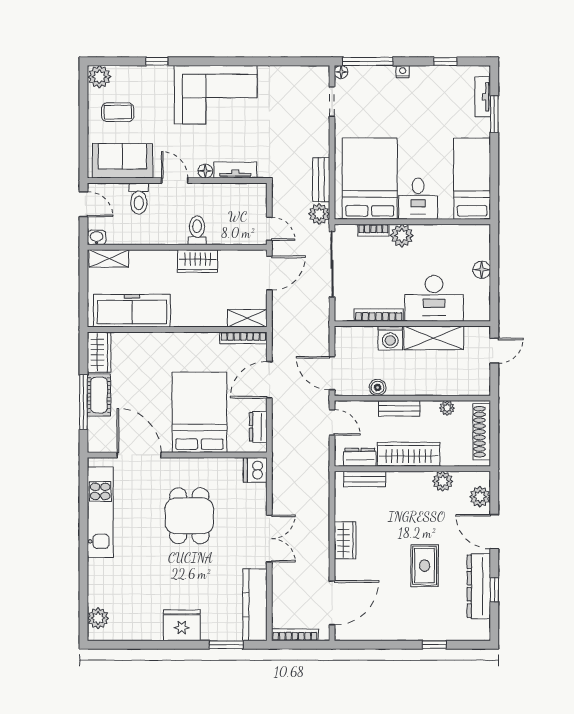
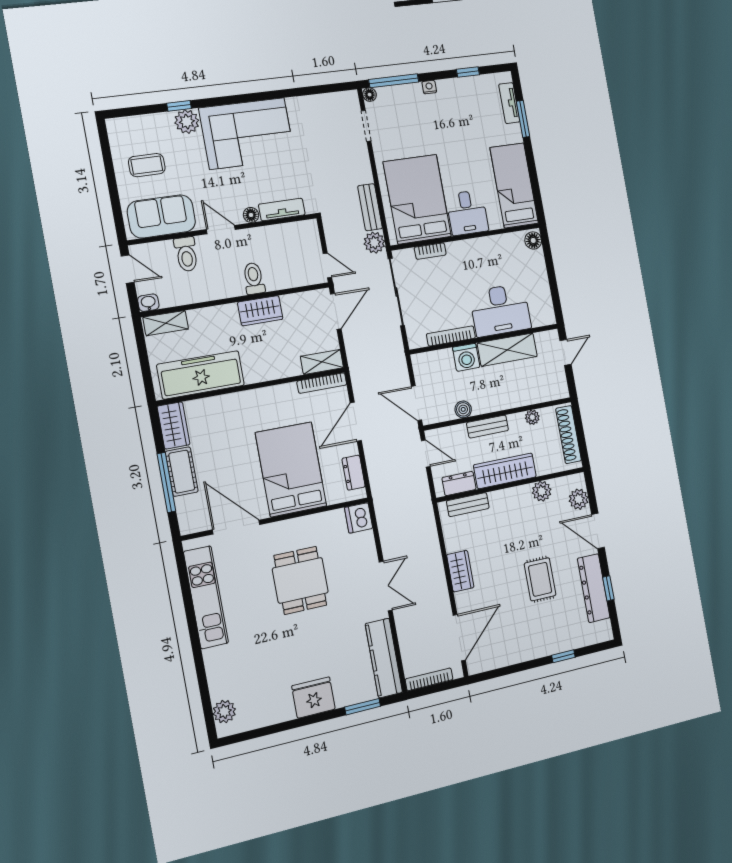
plant: (99, 77) -> (187, 122), moved
plant: (402, 236) -> (459, 252), removed
floor lamp: (482, 270) -> (533, 240), moved

